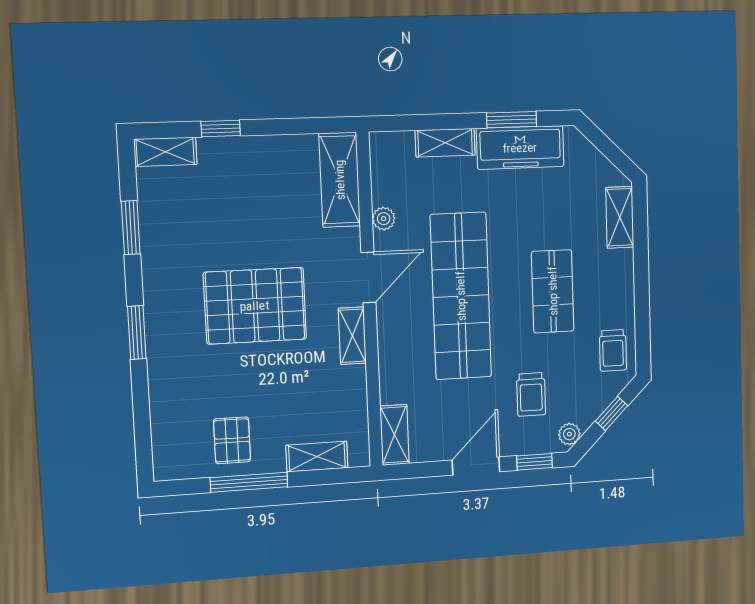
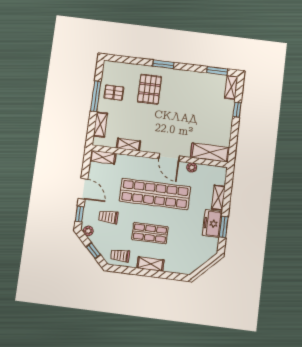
freezer: (520, 148) -> (212, 223), width x0.71
shelving: (620, 217) -> (150, 264), moved
window: (131, 228) -> (217, 71), moved
pallet: (255, 306) -> (149, 89), moved, width x0.73, depth x0.71
shelving: (352, 336) -> (128, 145), moved

